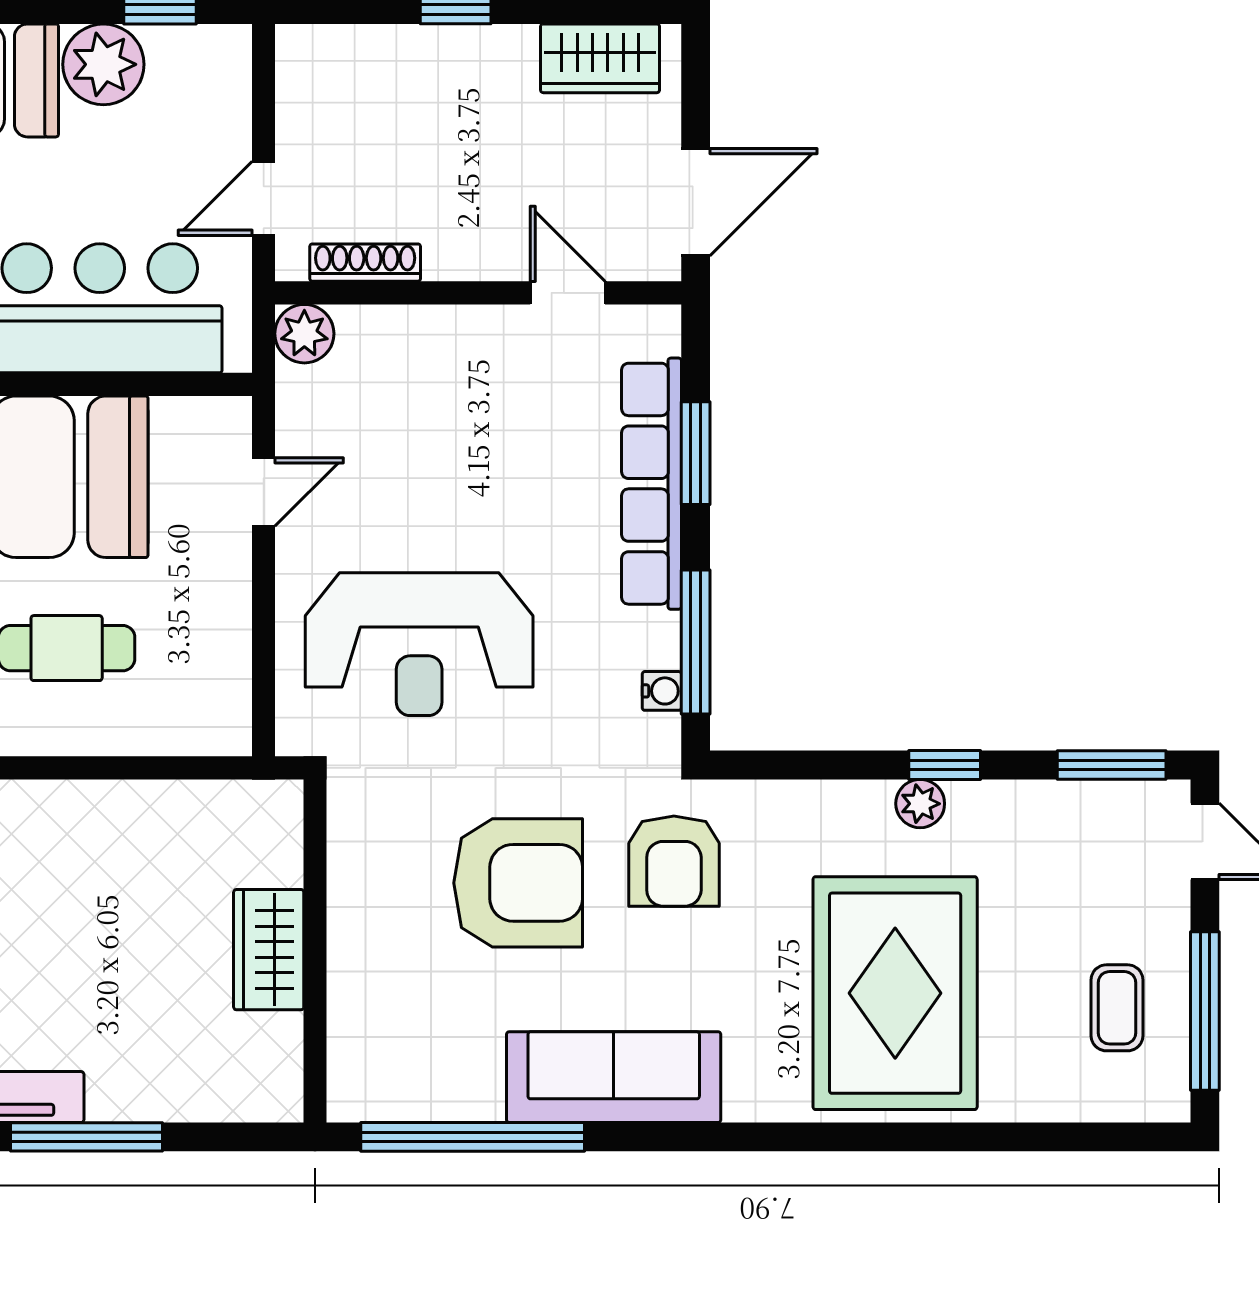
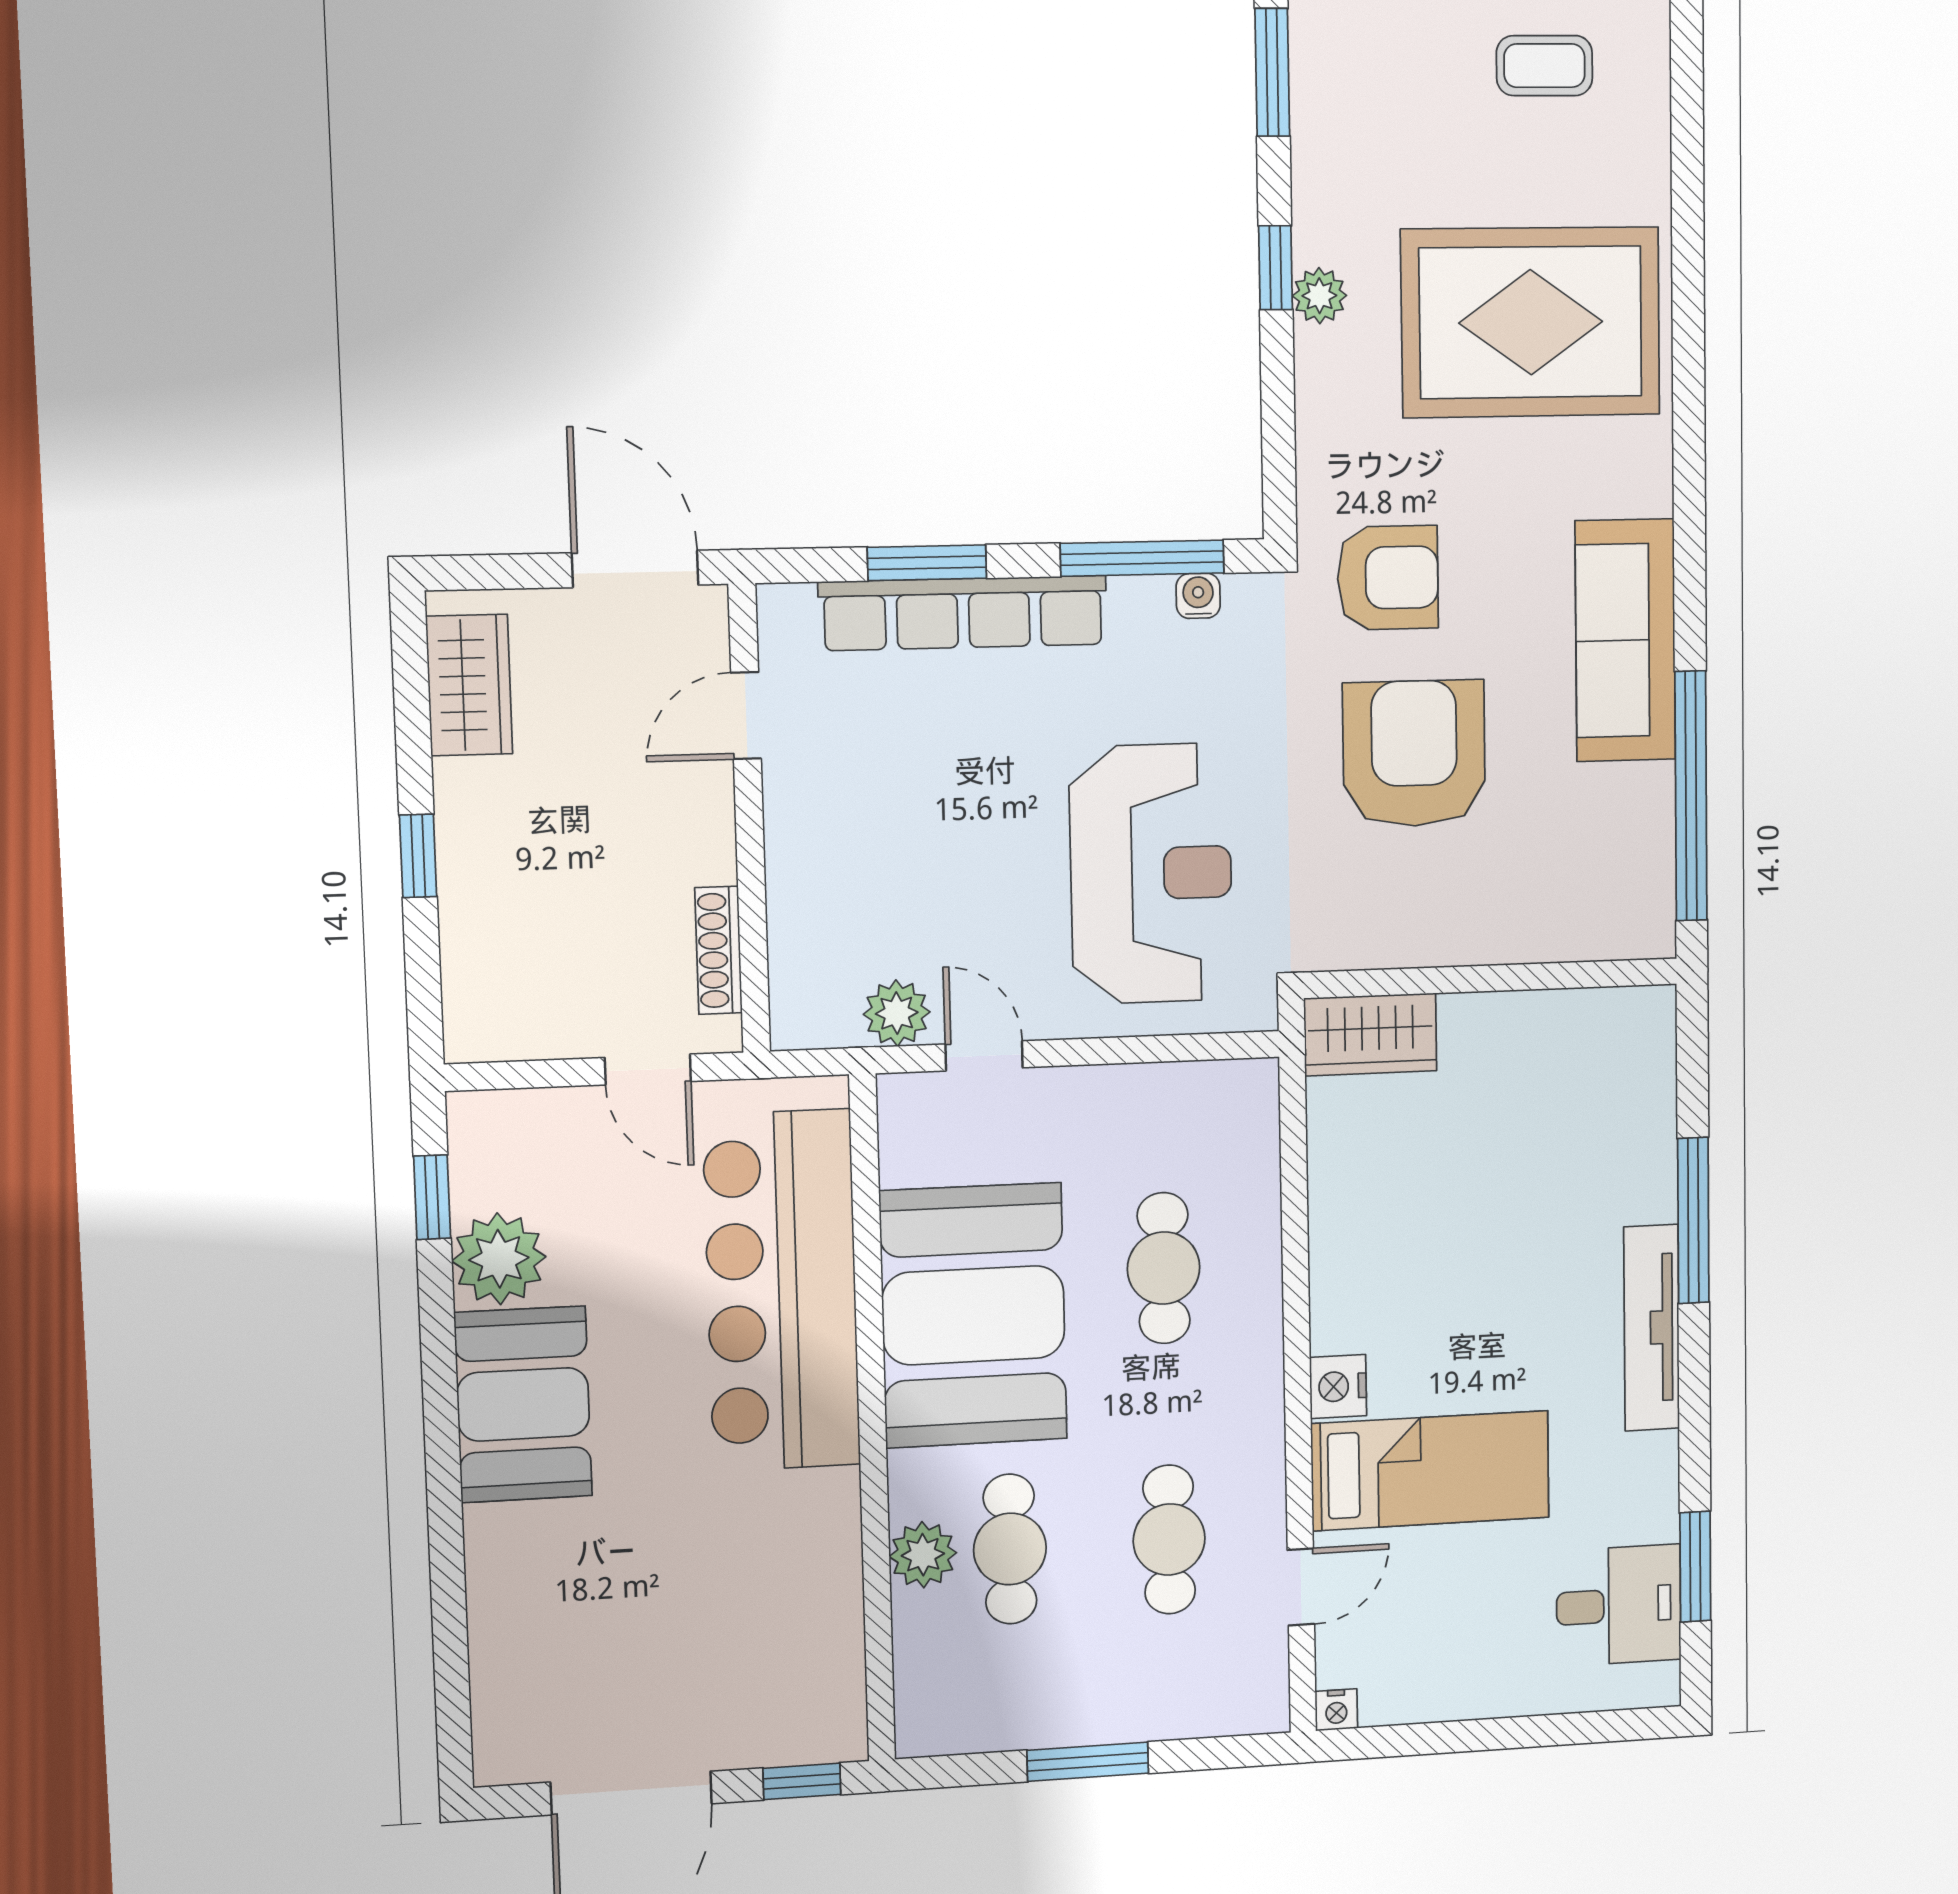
plant: (304, 334) -> (897, 1013), moved
wardrobe: (269, 950) -> (1370, 1034), moved

